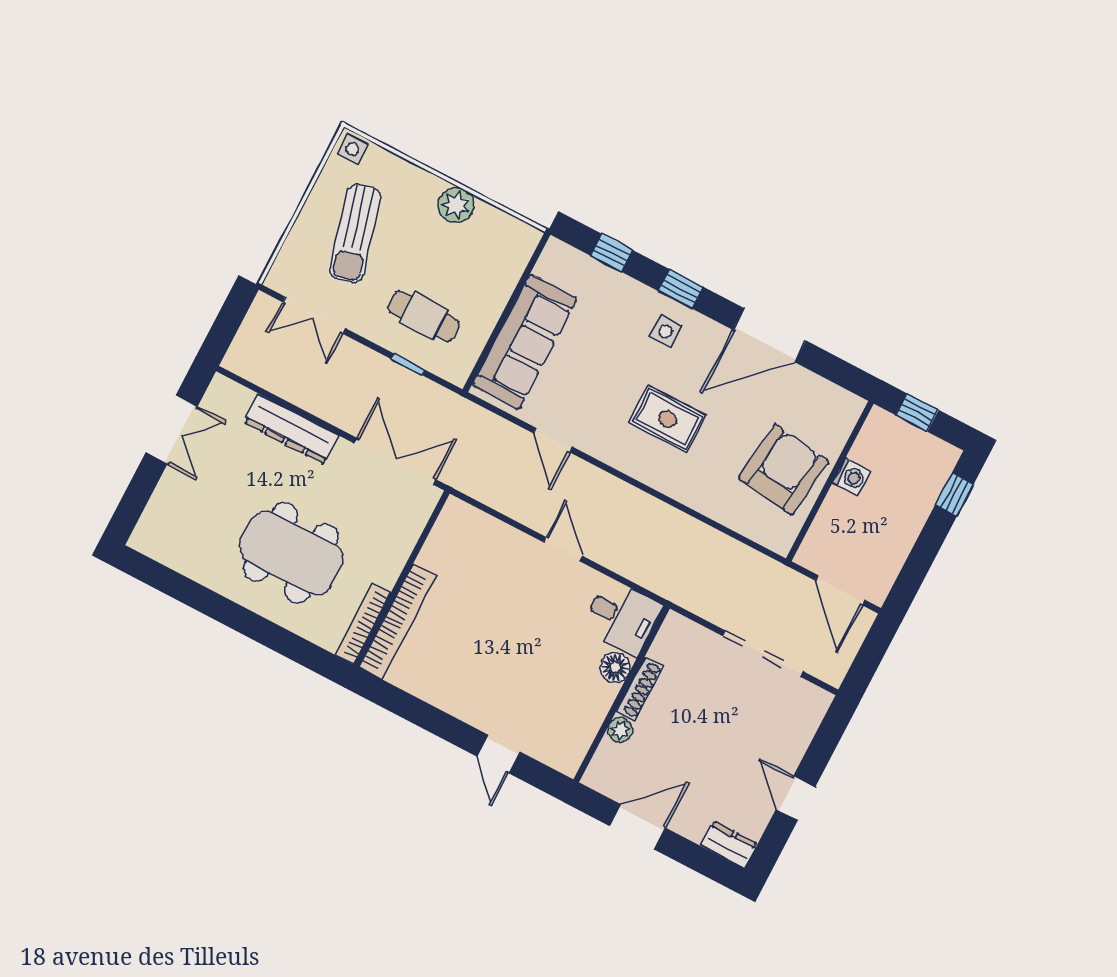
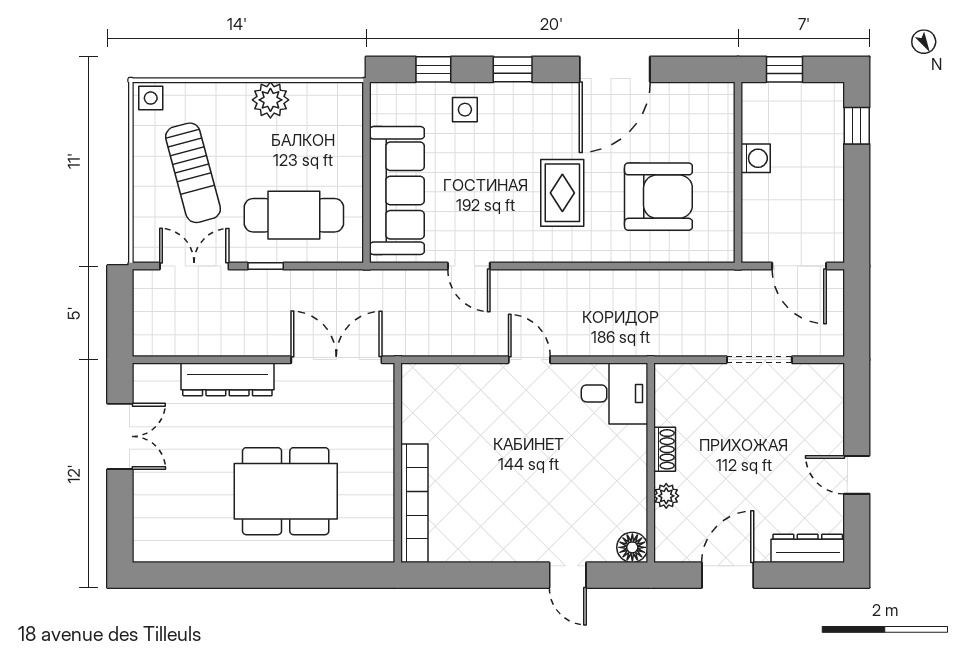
double door: (314, 315) -> (194, 266), swing flipped
cafe table: (424, 316) -> (294, 215), width x1.37, depth x1.35
side table: (666, 331) -> (465, 110), moved
window: (408, 364) -> (266, 266), moved
rug: (668, 419) -> (562, 193), turned 90
armchair: (784, 470) -> (658, 197), moved, turned 83
bookcase: (363, 624) -> (384, 521), removed
doorway: (763, 654) -> (759, 360), width x0.73
floor lamp: (615, 667) -> (632, 547), moved
shoe rack: (640, 689) -> (665, 449), width x0.70
dresser: (729, 845) -> (808, 548), width x1.44

